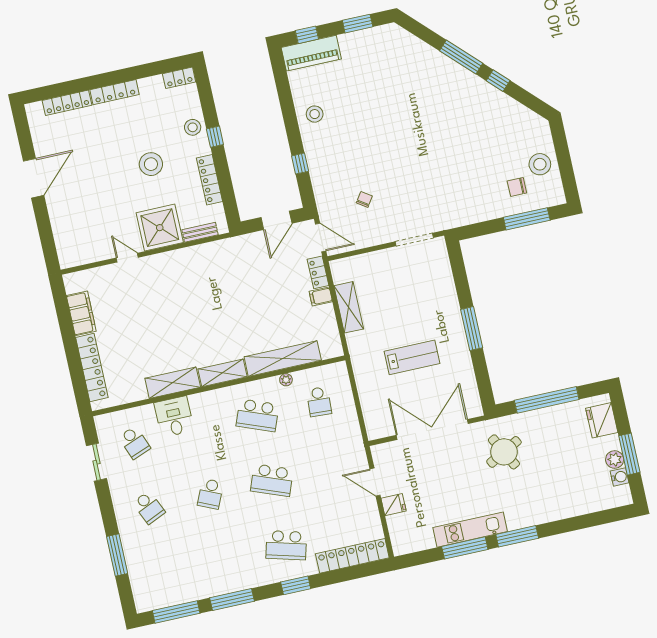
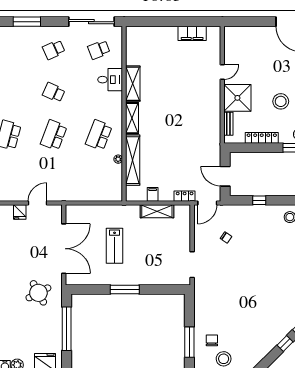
filing cabinet: (321, 297) -> (153, 194), moved
locker: (92, 367) -> (155, 32), removed
school desk: (319, 402) -> (99, 178), removed
sliding door: (96, 462) -> (91, 22), width x1.86

